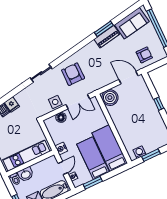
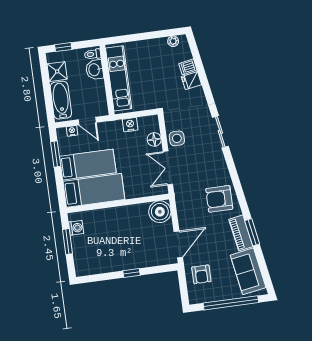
armchair: (73, 74) -> (219, 199), moved, turned 180
nightstand: (61, 149) -> (130, 125), moved

